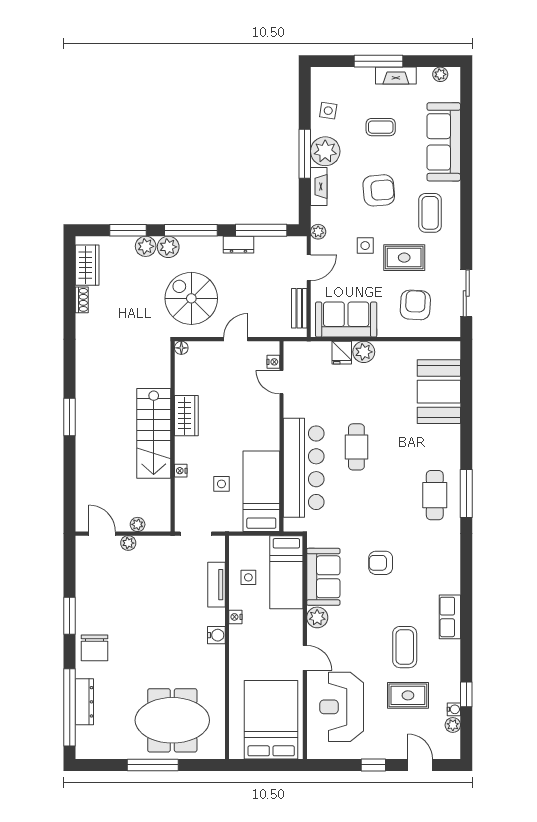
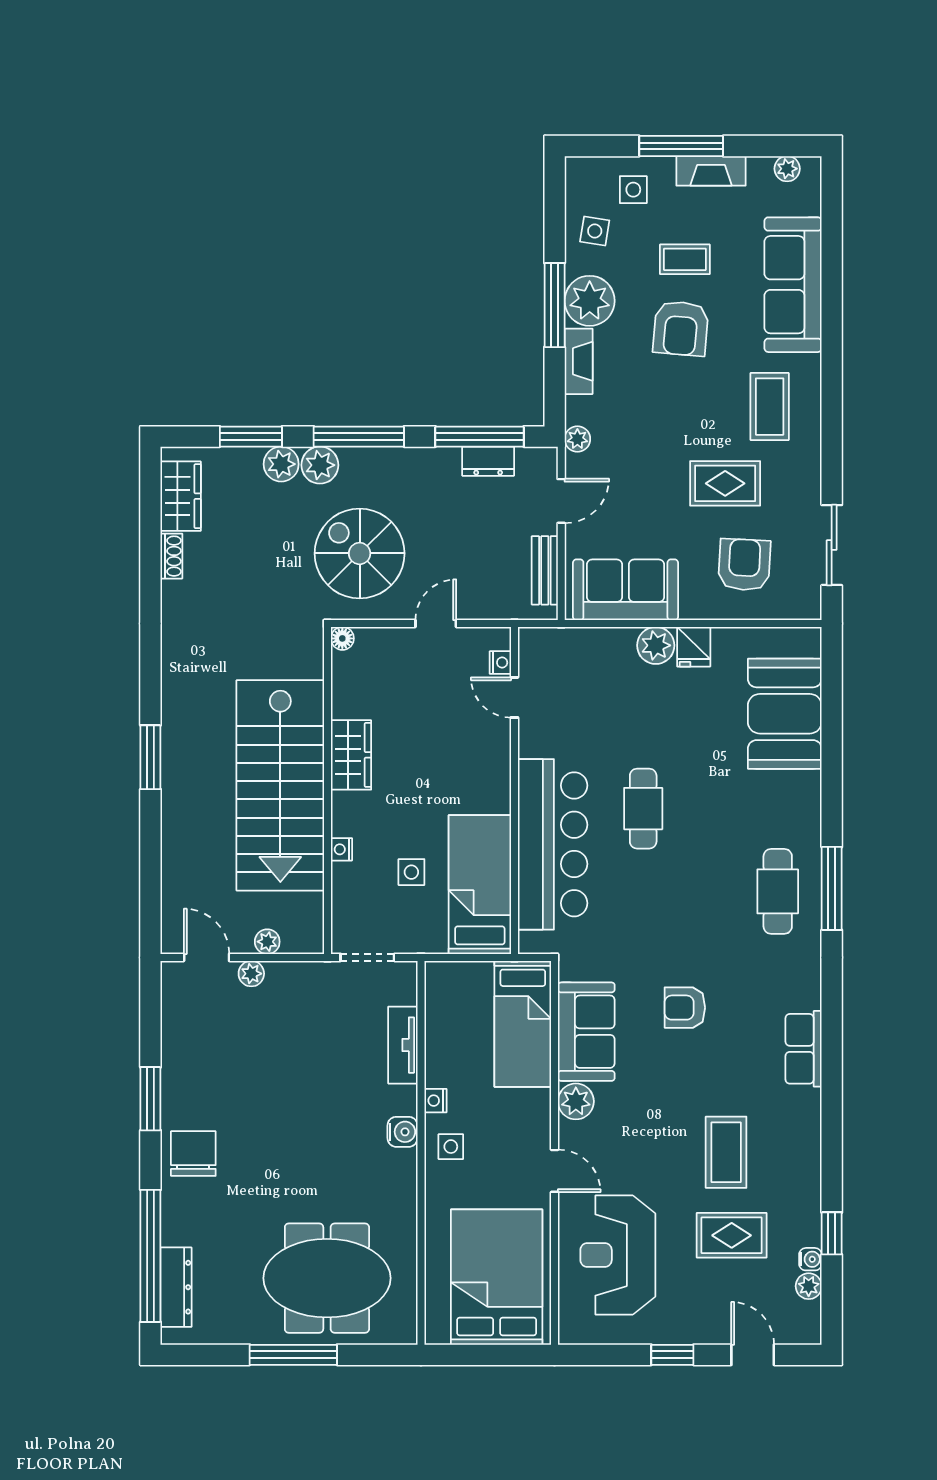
armchair: (379, 190) -> (681, 328), moved, turned 100
dresser: (238, 245) -> (488, 461), moved
side table: (365, 246) -> (633, 190), moved
fridge: (342, 353) -> (694, 647), moved
stairs: (154, 433) -> (280, 785), width x1.36, depth x1.51
side table: (248, 577) -> (451, 1147), moved
row of seats: (450, 617) -> (804, 1049), moved
chair: (95, 648) -> (193, 1154), turned 180
dresser: (84, 702) -> (176, 1287), moved

